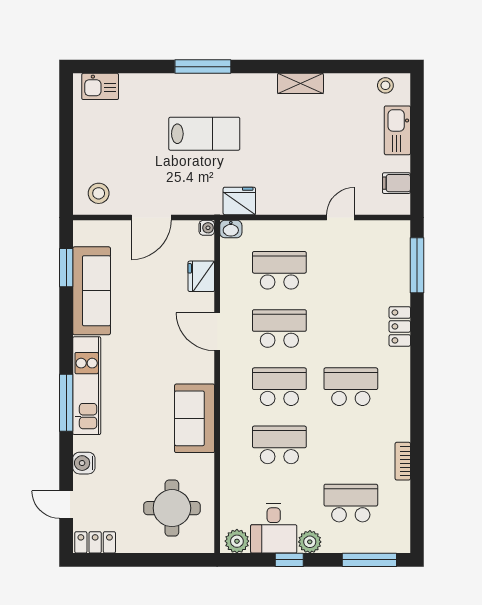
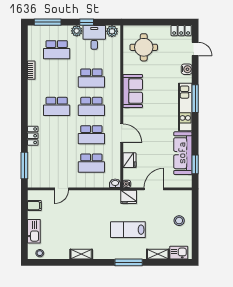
shelving: (143, 84) -> (158, 254), added
stool: (99, 193) -> (179, 221), moved
fridge: (239, 201) -> (129, 197), moved

